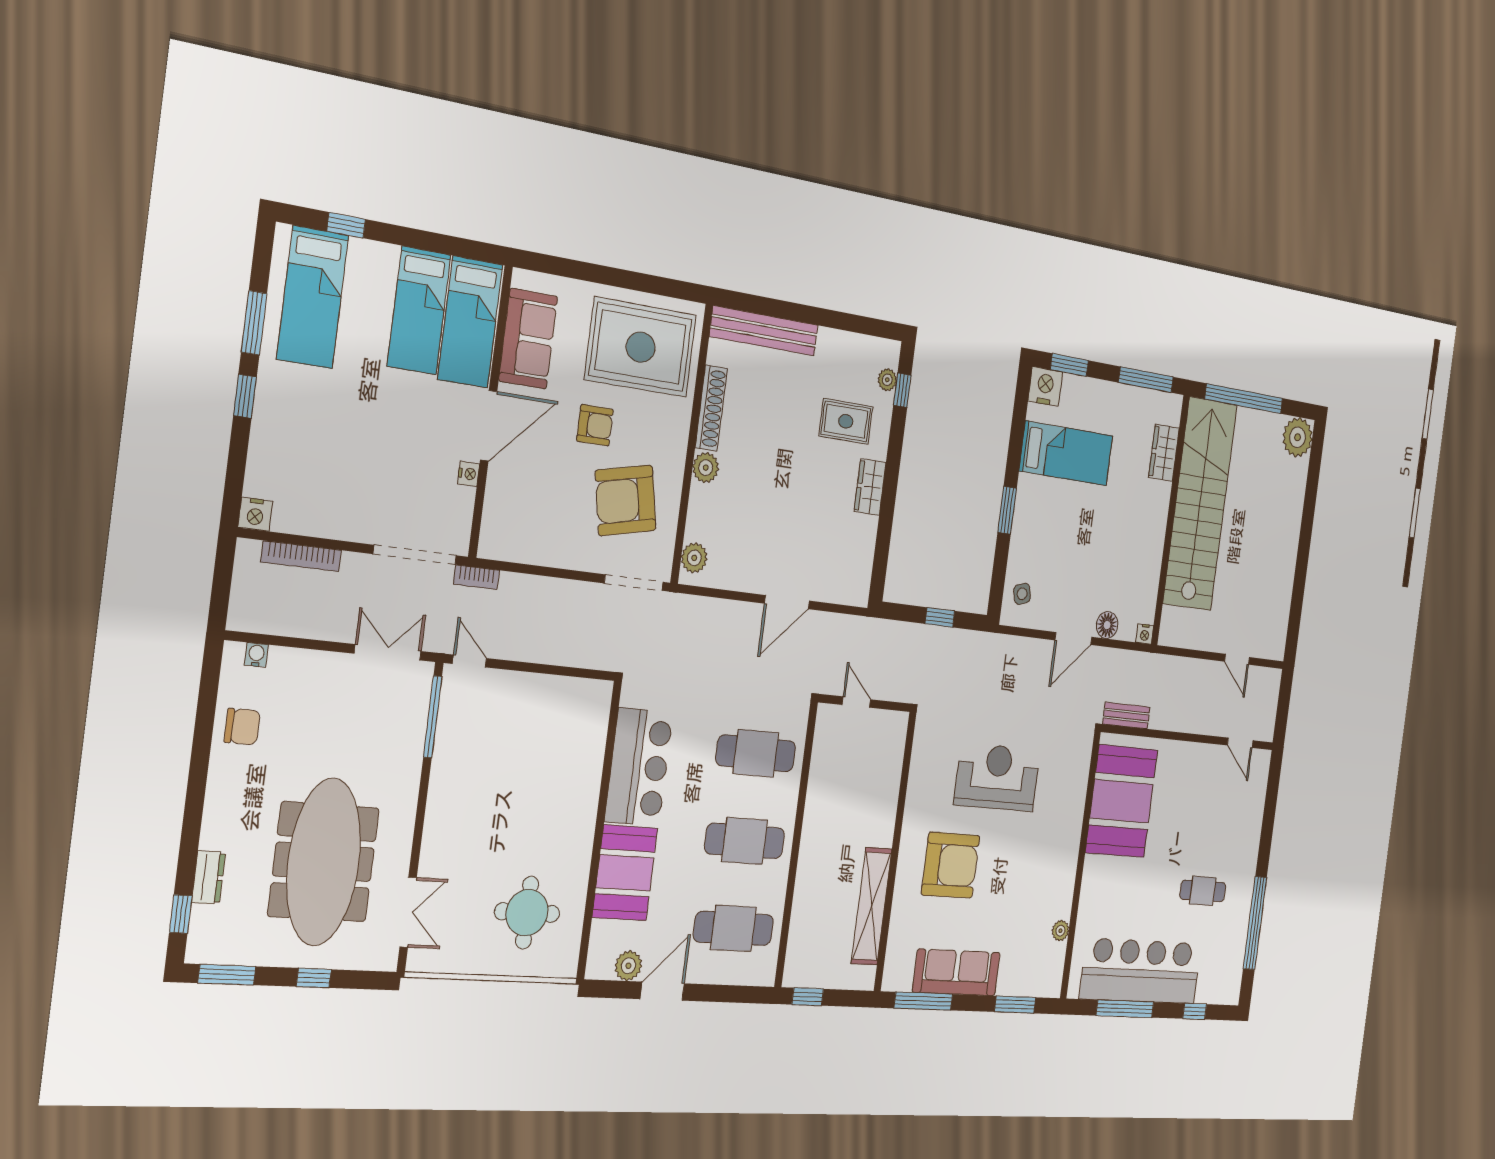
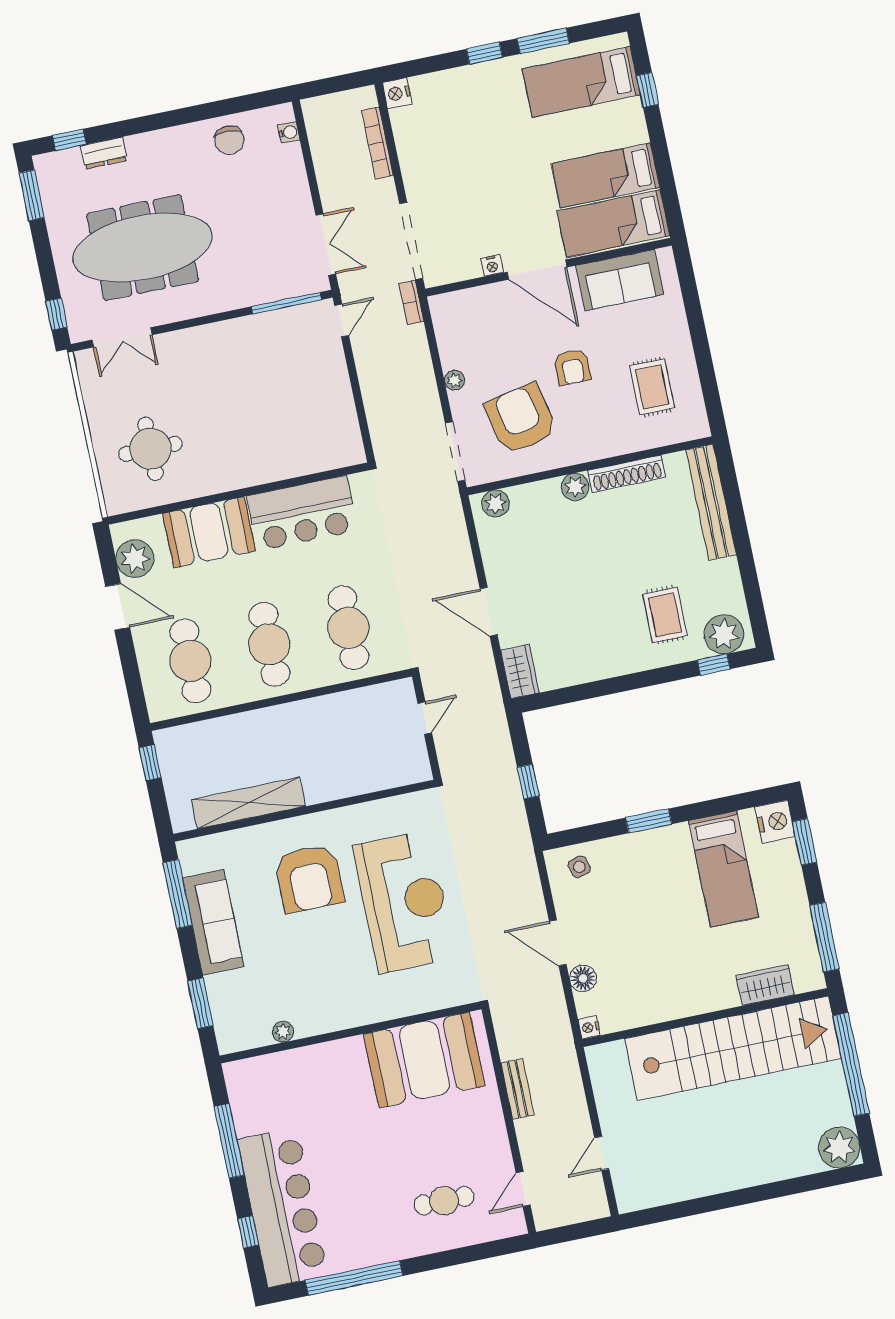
rug: (641, 347) -> (652, 387), width x0.54, depth x0.49
plant: (887, 380) -> (724, 634), width x1.88, depth x1.88
wardrobe: (870, 487) -> (520, 672), moved, turned 90
plant: (567, 558) -> (454, 380), added
bench: (1126, 716) -> (518, 1089), moved
reception desk: (997, 777) -> (404, 902), width x1.36, depth x1.30
cafe table: (1203, 891) -> (444, 1201), moved, turned 90
plant: (628, 966) -> (135, 559), width x1.36, depth x1.36
bar counter: (1141, 971) -> (283, 1207), moved
window: (314, 978) -> (56, 314), moved

